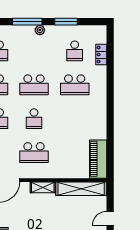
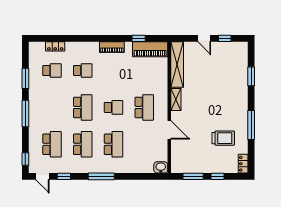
plant: (40, 30) -> (33, 102), removed
school desk: (75, 85) -> (83, 71), width x0.54
piano: (100, 117) -> (112, 47), added
window: (110, 146) -> (139, 38), added

